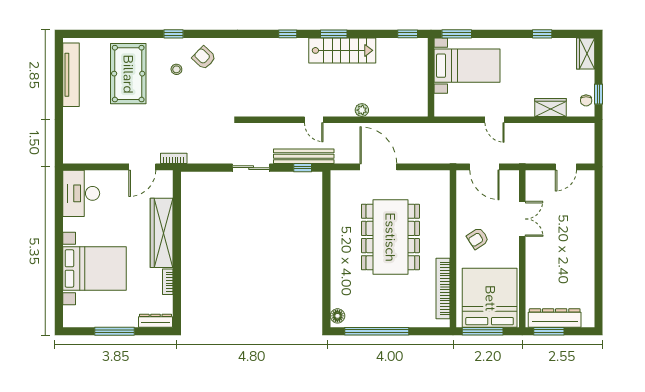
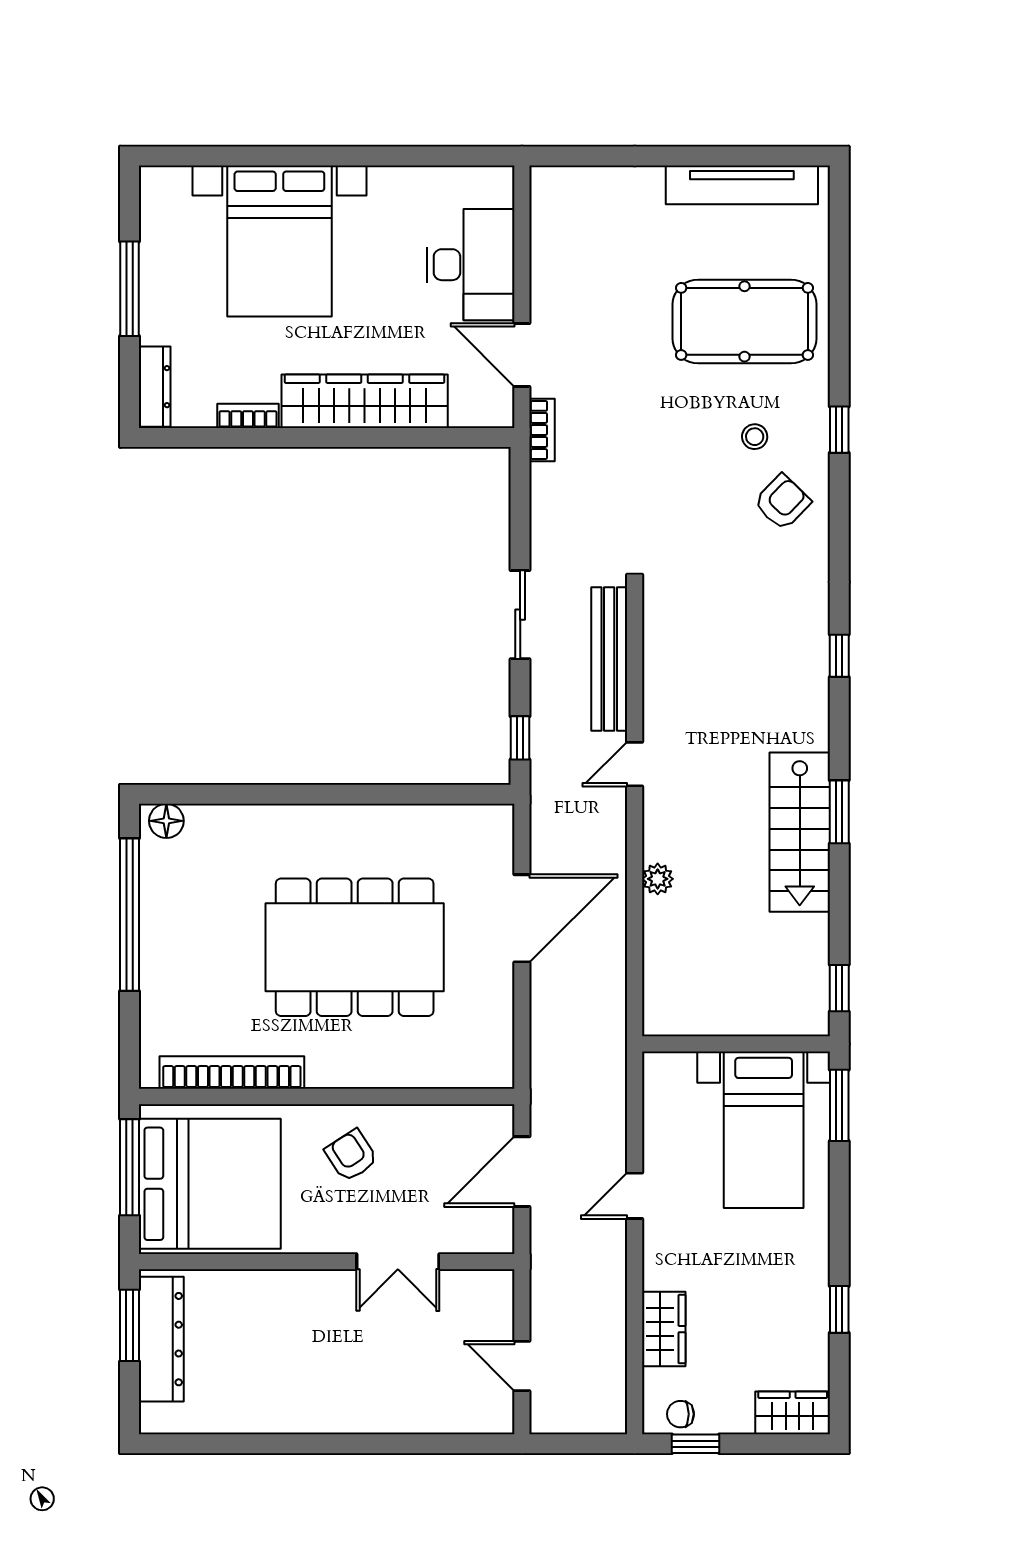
window: (288, 34) -> (839, 656), moved
bench: (304, 156) -> (609, 659), moved
desk: (81, 193) -> (471, 265), moved, turned 90

